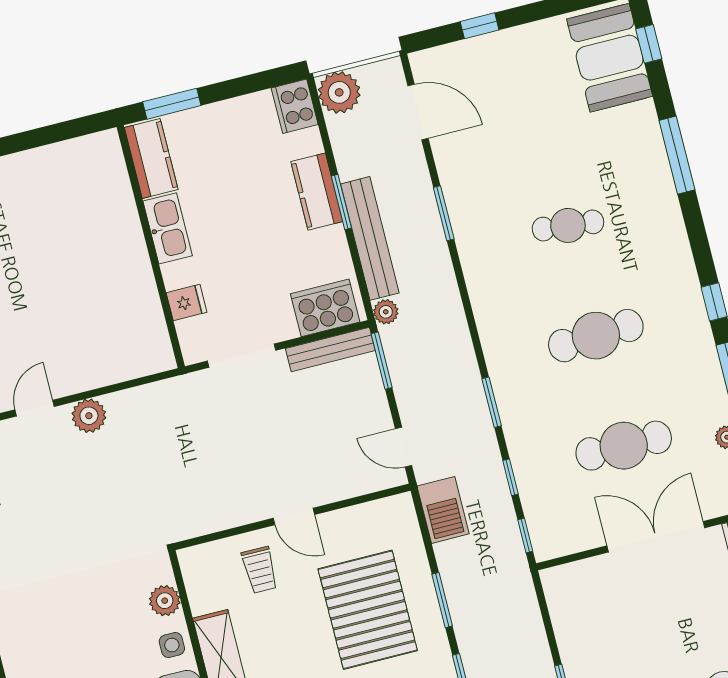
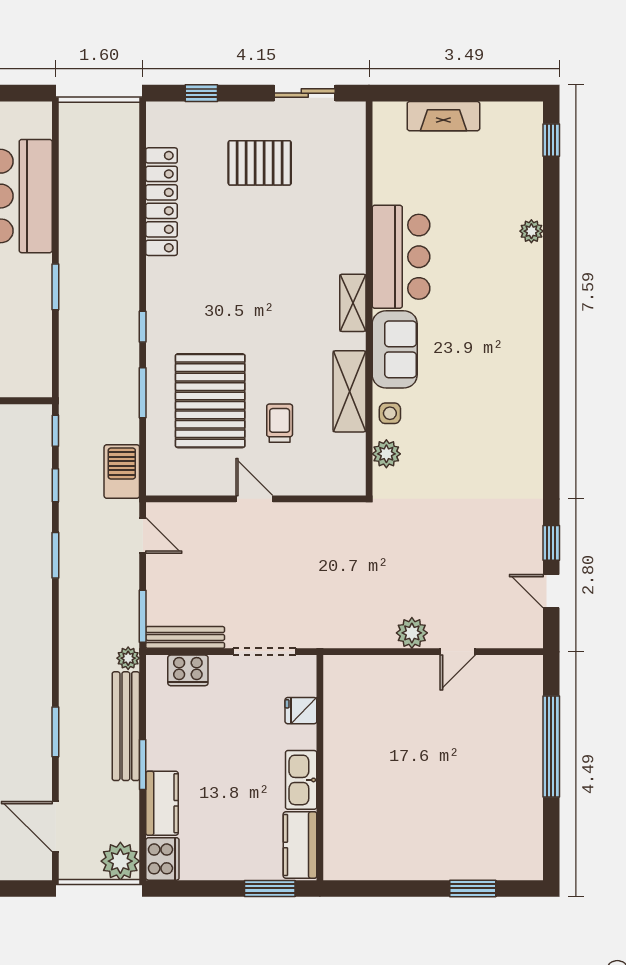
kitchen counter: (317, 192) -> (162, 803), moved
cooker: (325, 308) -> (188, 670), width x0.73, depth x0.76
trolley: (260, 570) -> (280, 423), moved

